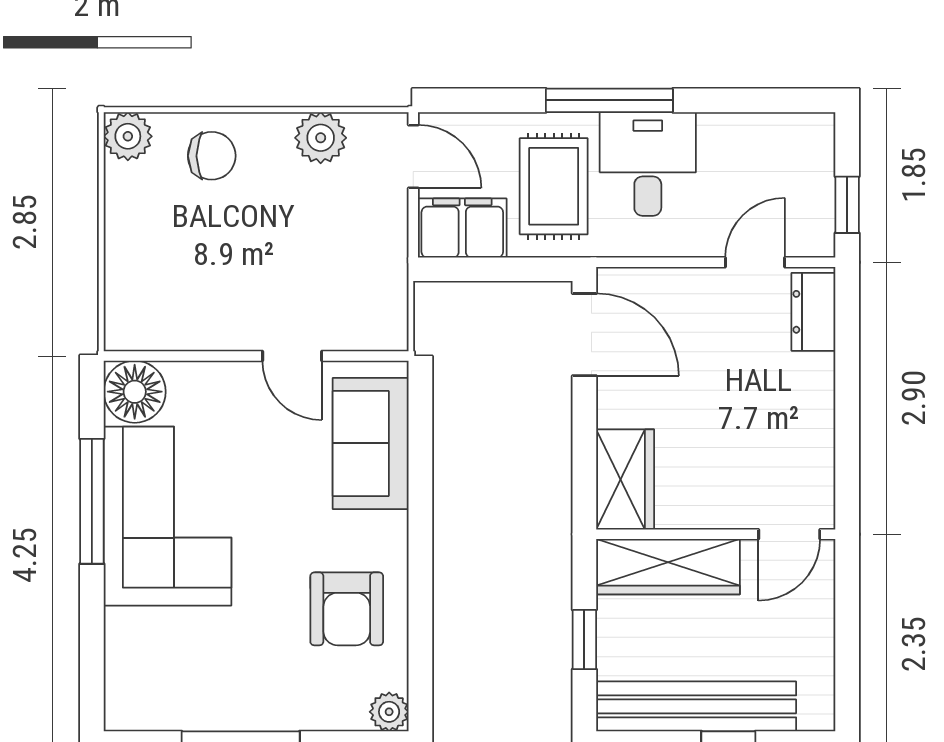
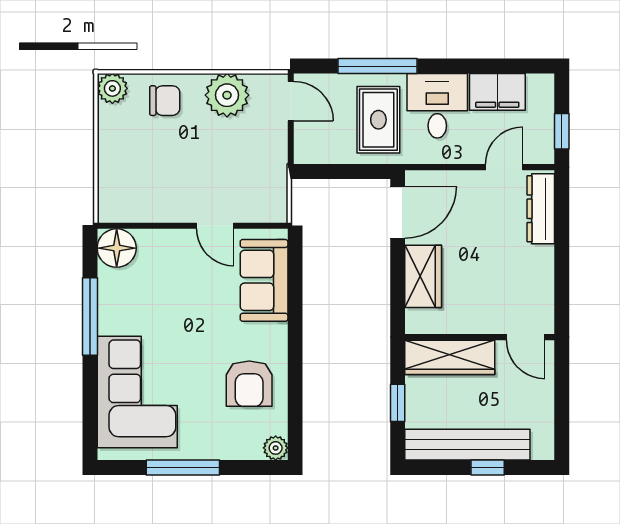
window: (609, 100) -> (378, 66), moved
plant: (321, 138) -> (227, 95), width x1.36, depth x1.36
filing cabinet: (462, 228) -> (497, 92), moved, turned 180
dresser: (813, 312) -> (541, 209), width x1.44
door: (584, 335) -> (398, 212), hinge flipped
wardrobe: (625, 480) -> (423, 276), moved
corner sofa: (168, 516) -> (137, 392), moved
door: (789, 534) -> (526, 337), hinge flipped

